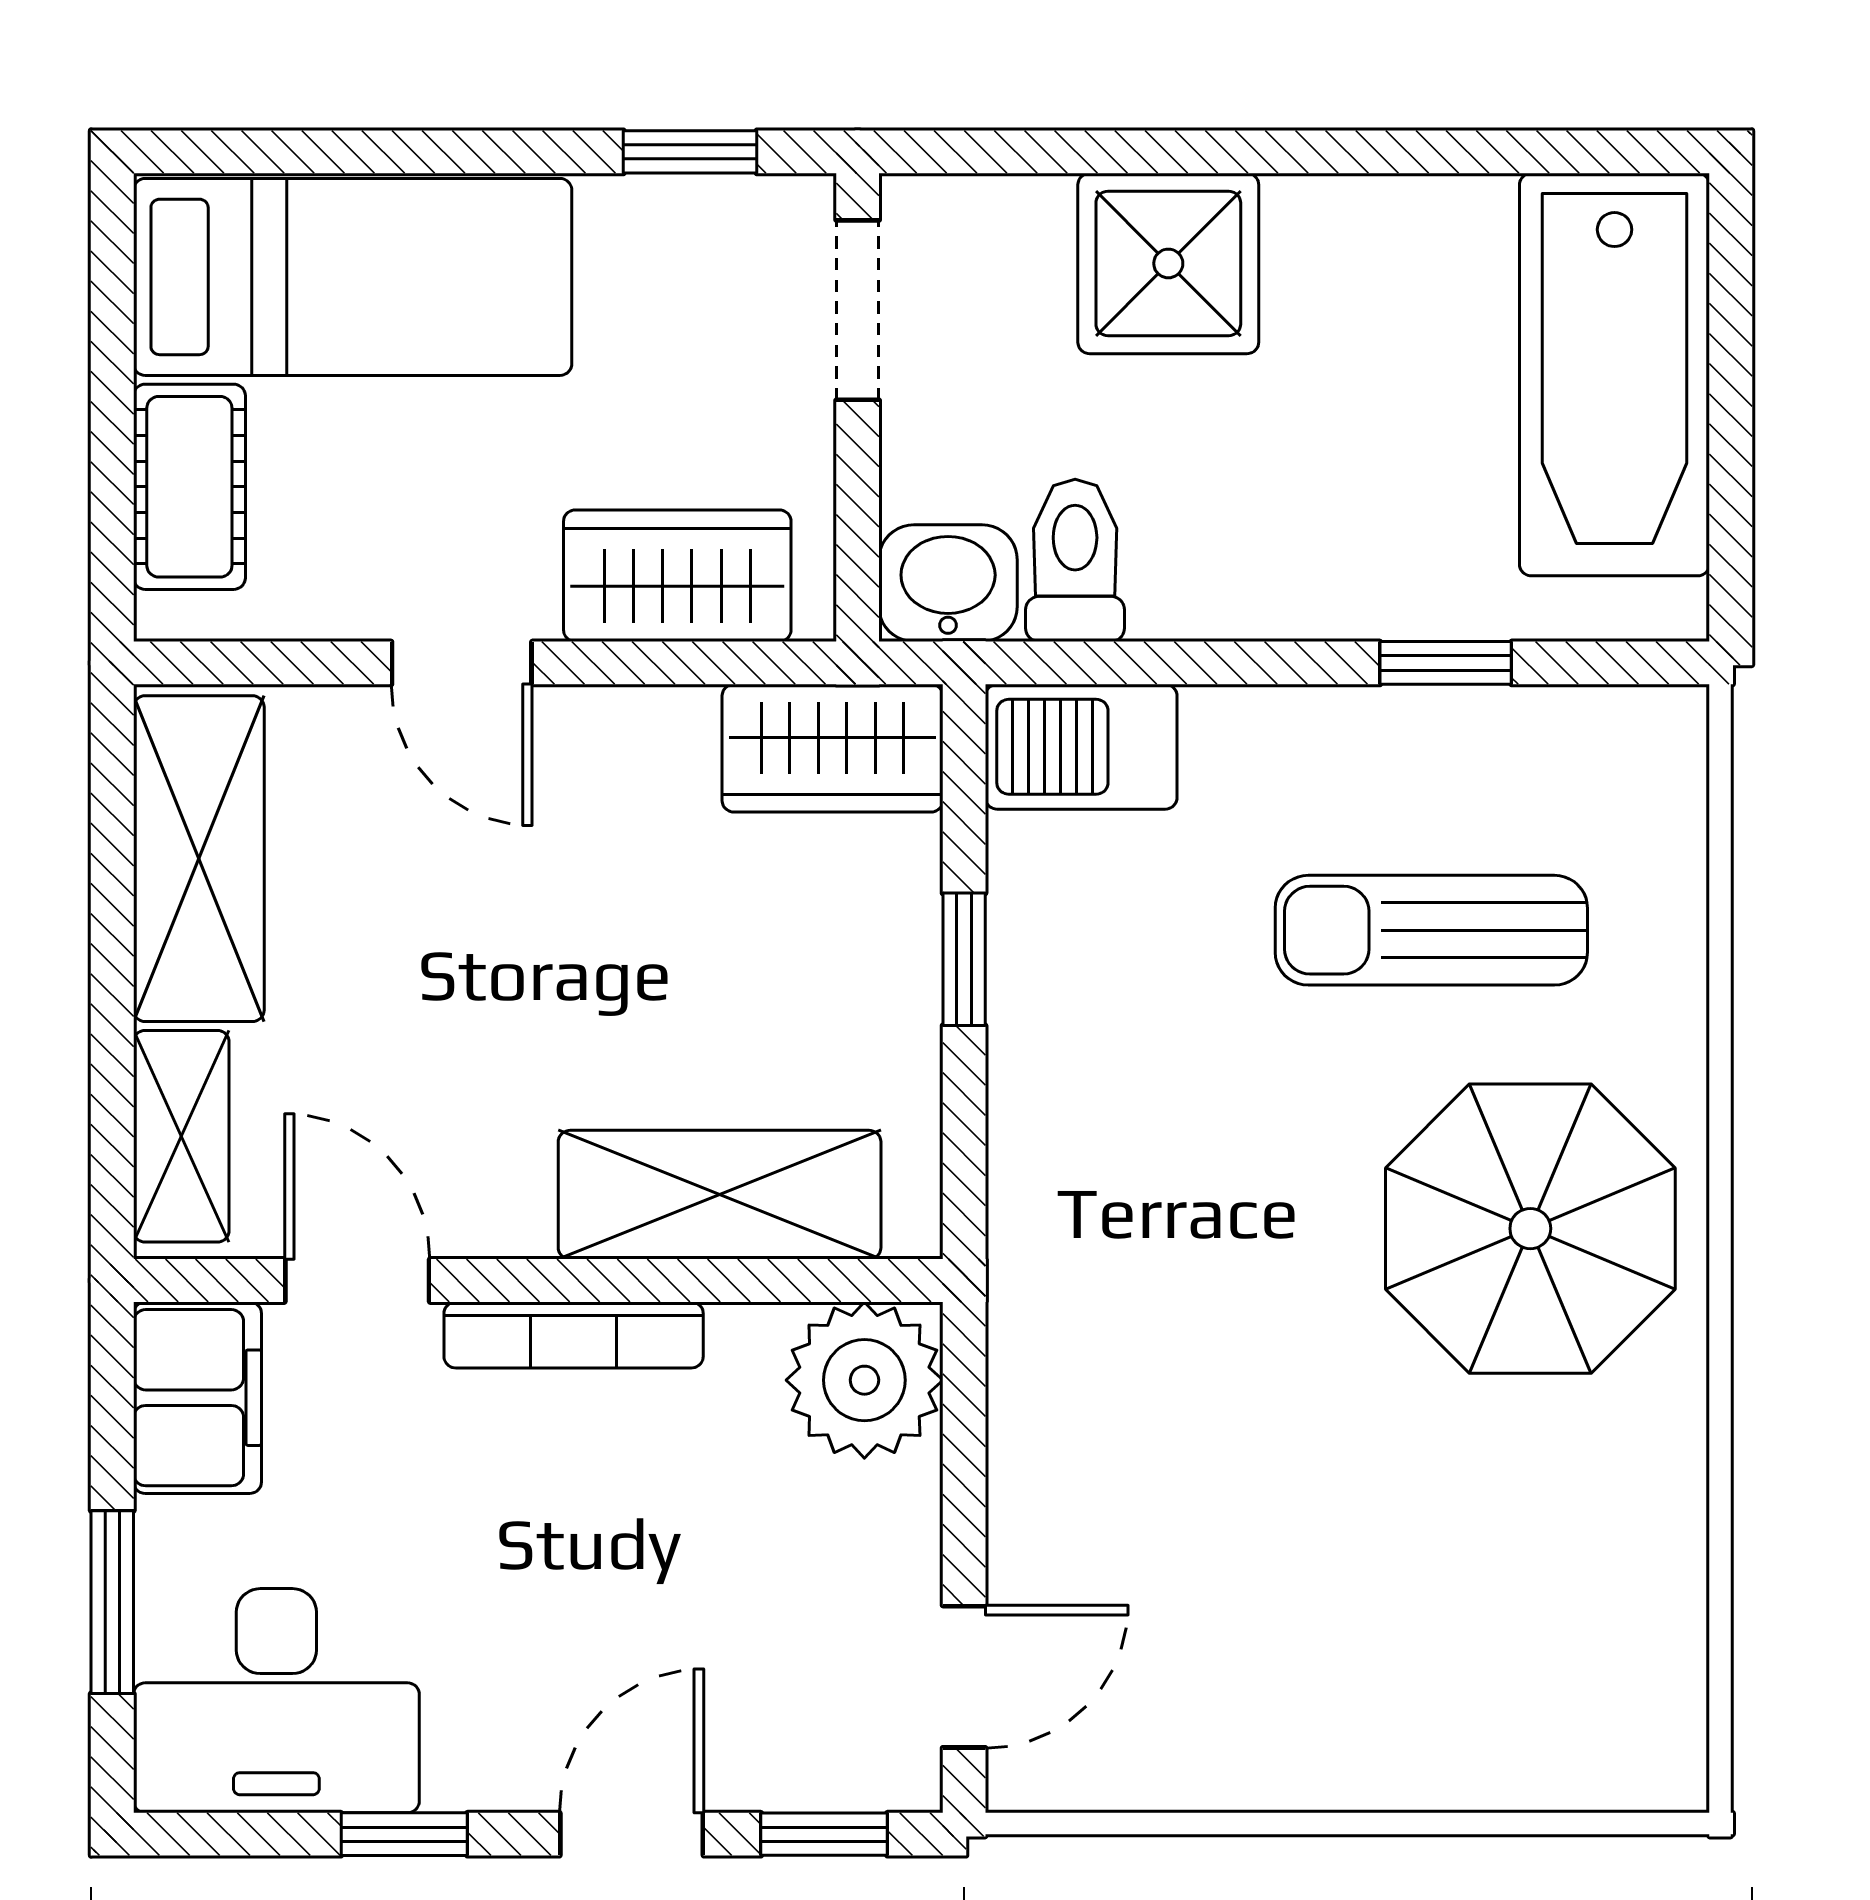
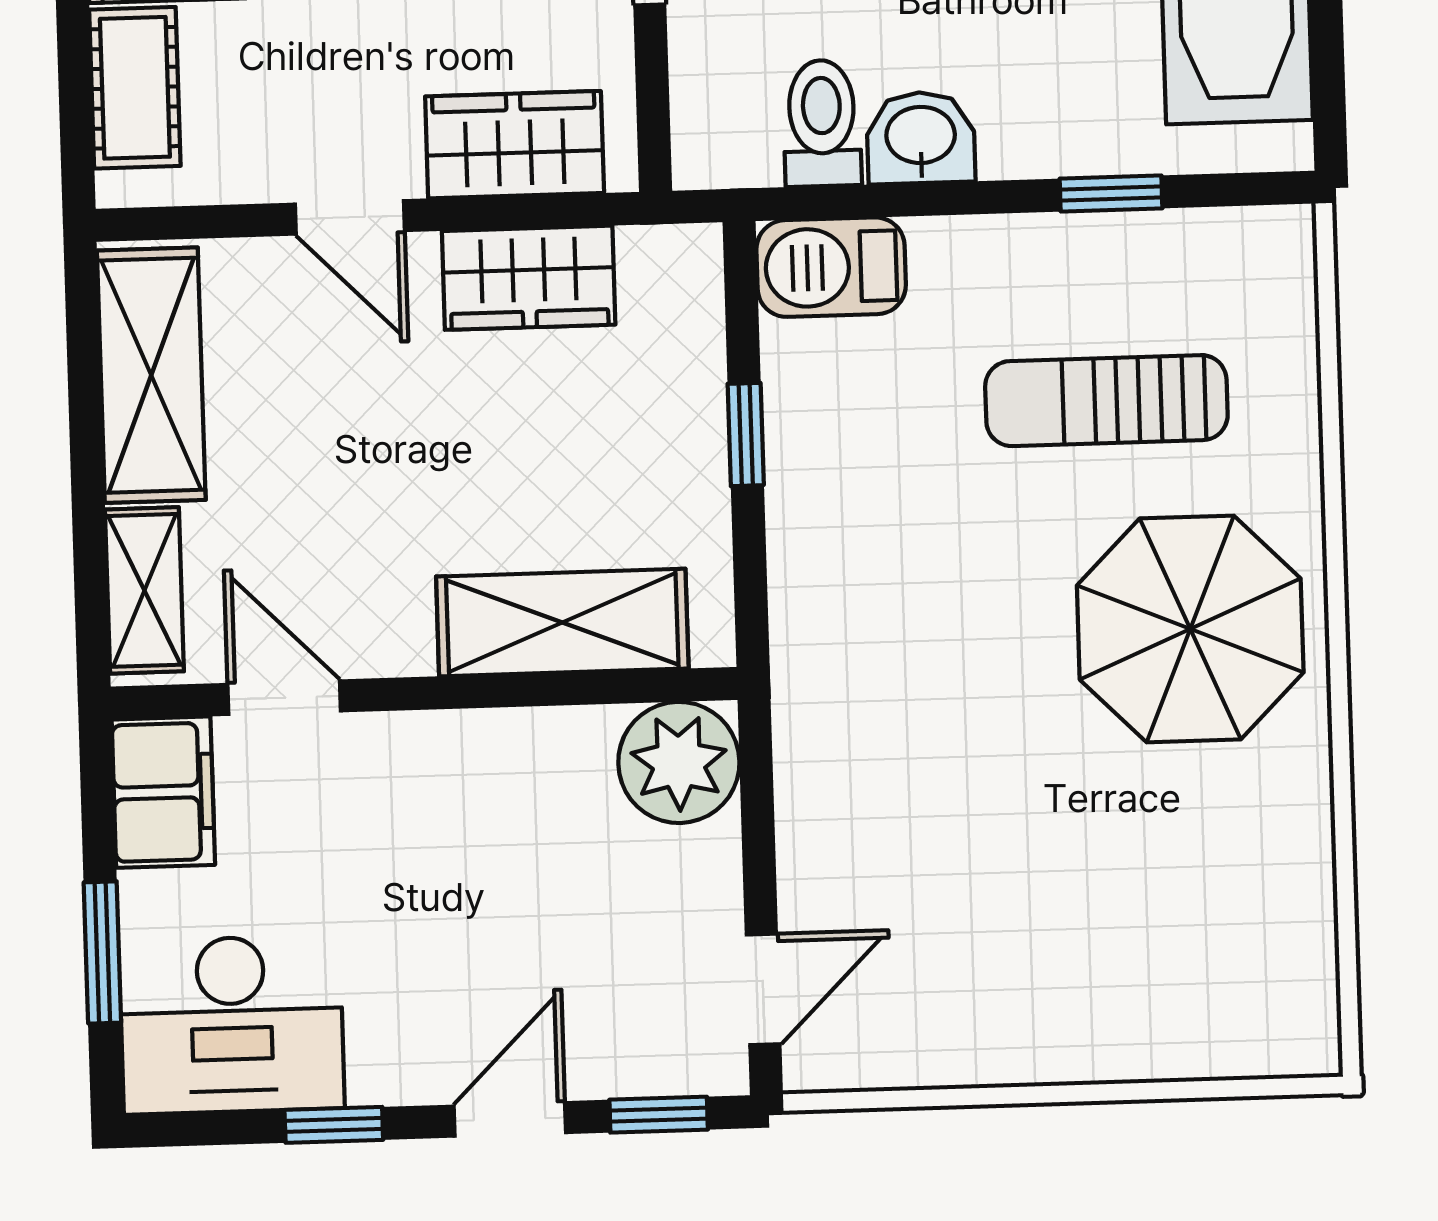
washbasin: (948, 583) -> (921, 138), moved
wardrobe: (832, 748) -> (529, 278), moved
bookcase: (574, 1335) -> (453, 735), removed

